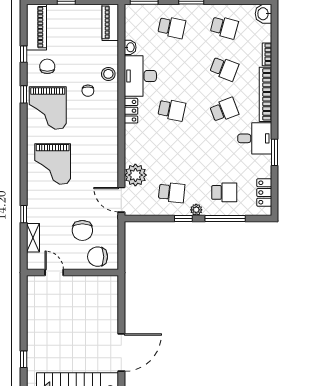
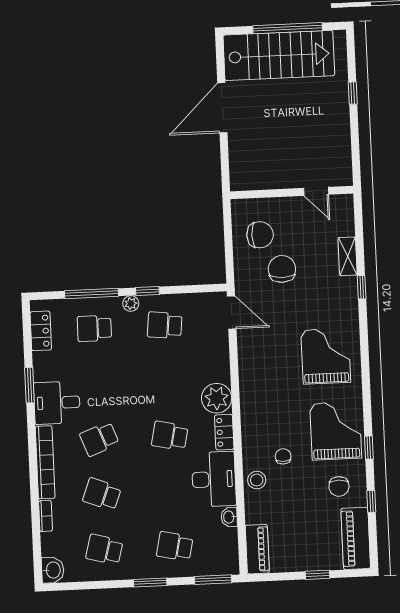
plant: (135, 175) -> (217, 398), moved
door: (54, 273) -> (316, 191), moved
wall: (72, 273) -> (292, 192), moved

